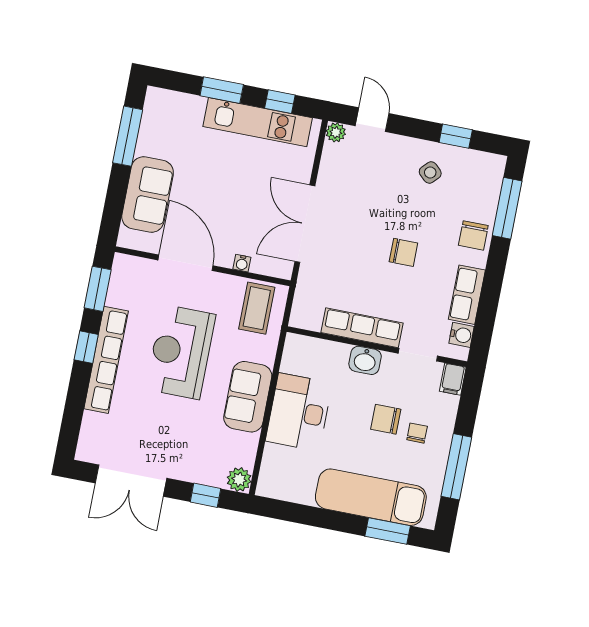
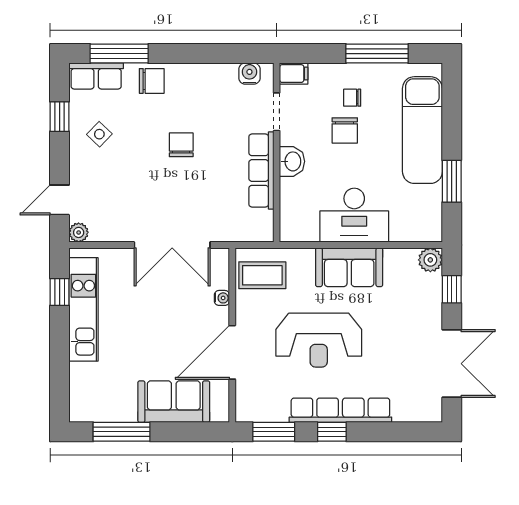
window: (222, 90) -> (60, 350), removed
row of seats: (467, 295) -> (96, 76), moved
window: (388, 531) -> (452, 181), moved

